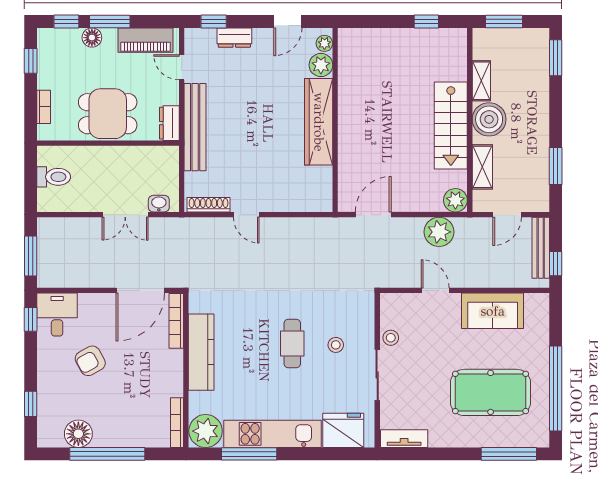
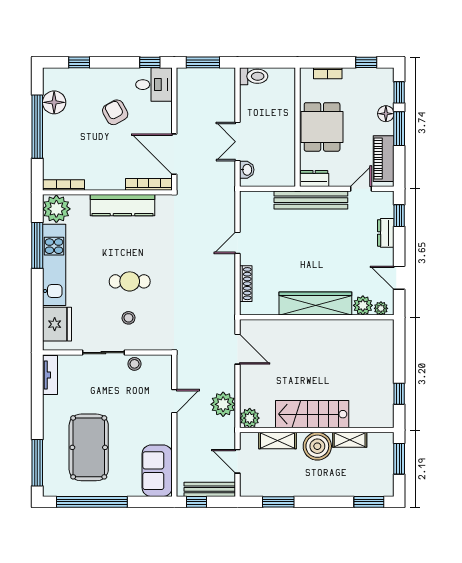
toilet: (54, 177) -> (254, 76), moved, turned -90
shoe rack: (209, 205) -> (246, 284), moved
sofa: (493, 311) -> (157, 471), moved

